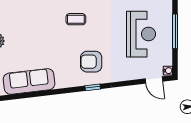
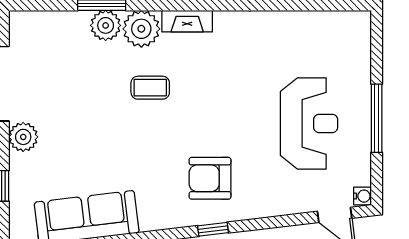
coffee table: (76, 19) -> (150, 88), moved

